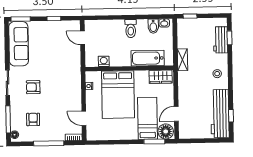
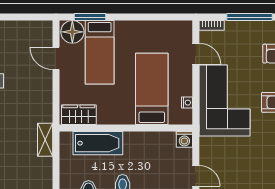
washing machine: (104, 61) -> (184, 139), moved
corner sofa: (64, 88) -> (224, 100), added
bed: (118, 95) -> (152, 89), width x0.67
door: (176, 114) -> (56, 58), swing flipped

